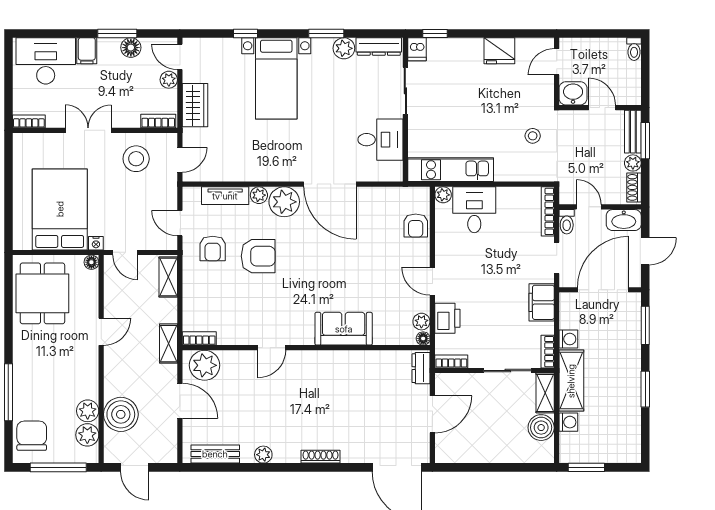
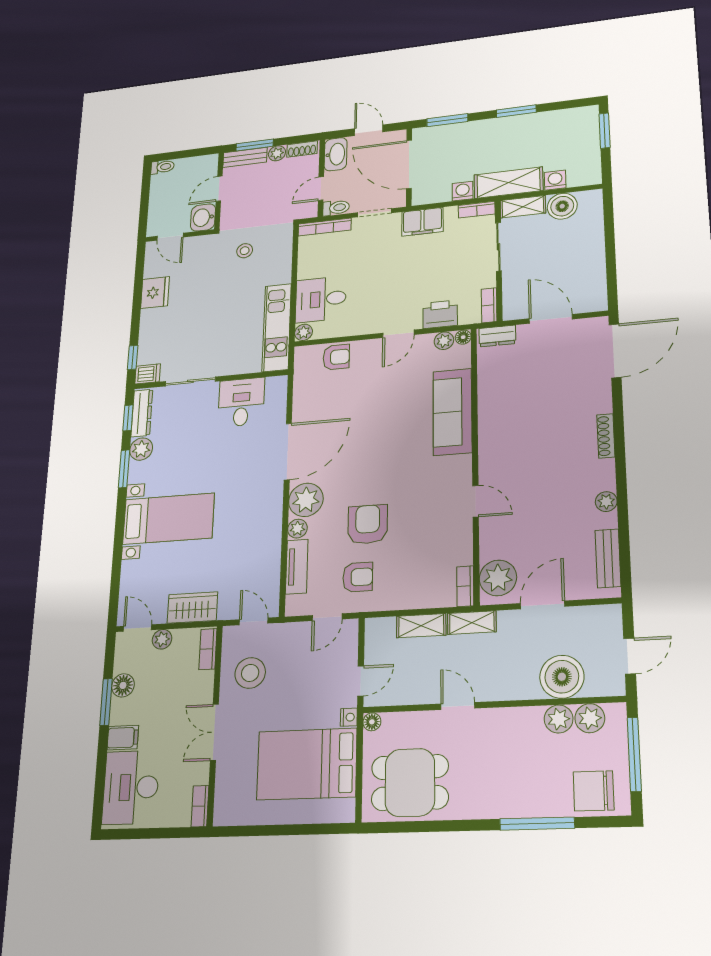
window: (246, 33) -> (128, 418), moved
door: (180, 57) -> (137, 628), swing flipped
shelving: (168, 277) -> (421, 626), moved
sofa: (344, 329) -> (452, 412), width x1.36
window: (586, 467) -> (605, 131), moved

